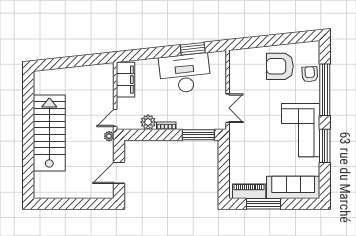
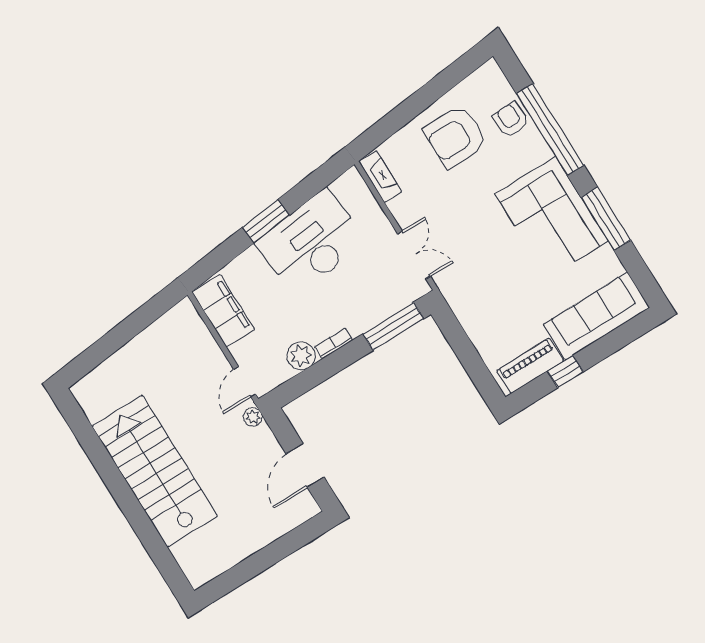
window: (193, 49) -> (266, 221), moved
fireplace: (234, 63) -> (380, 177), added
window: (263, 204) -> (565, 371), width x0.46

